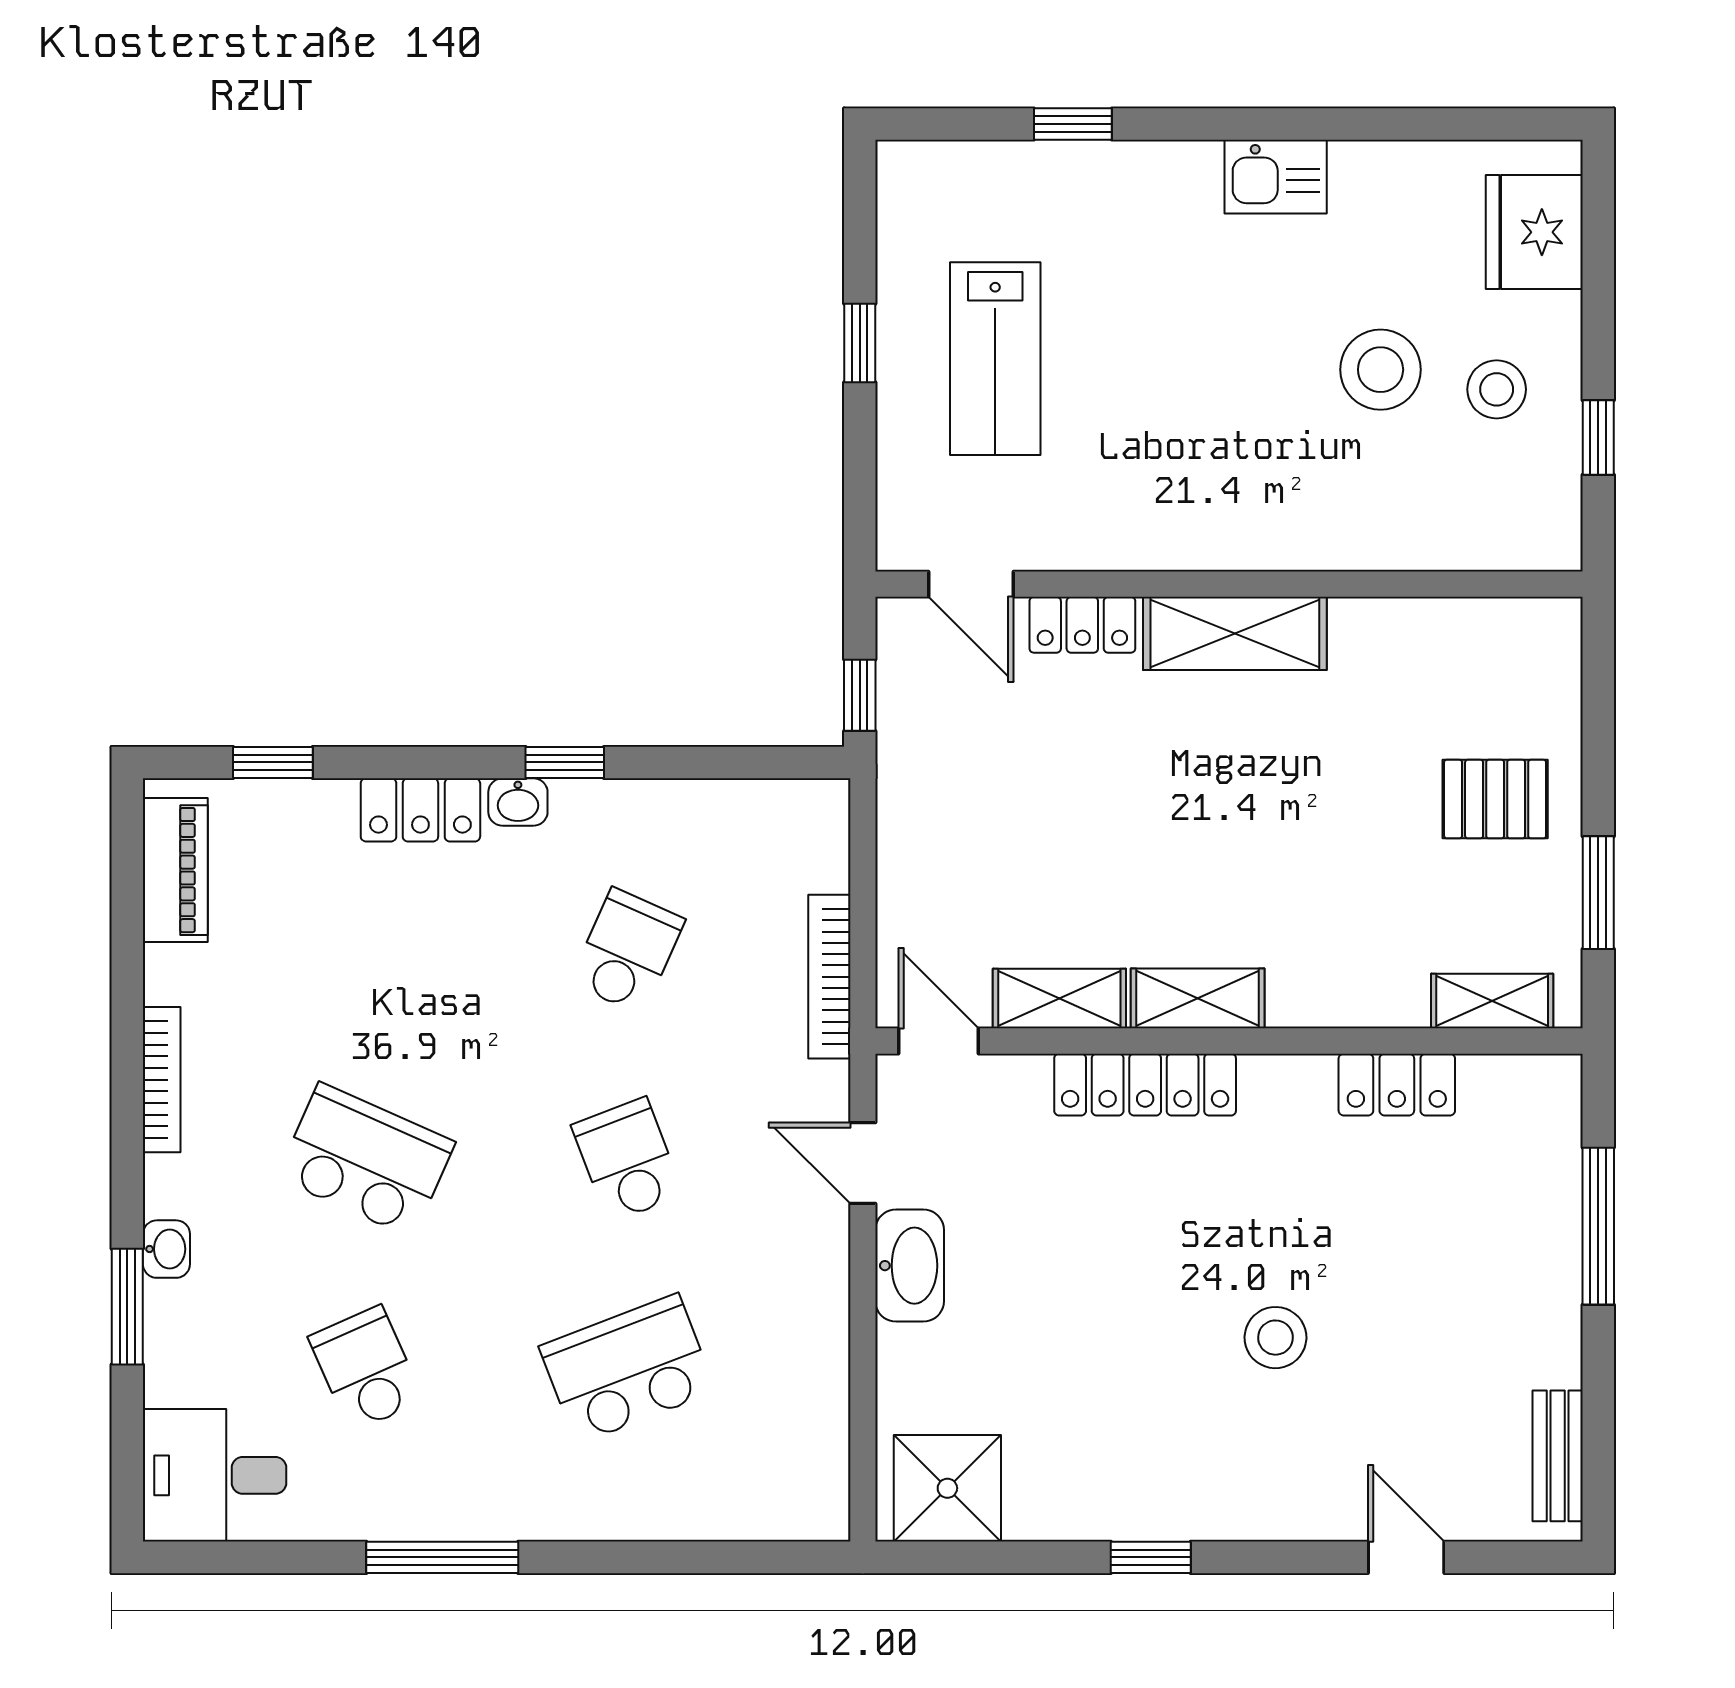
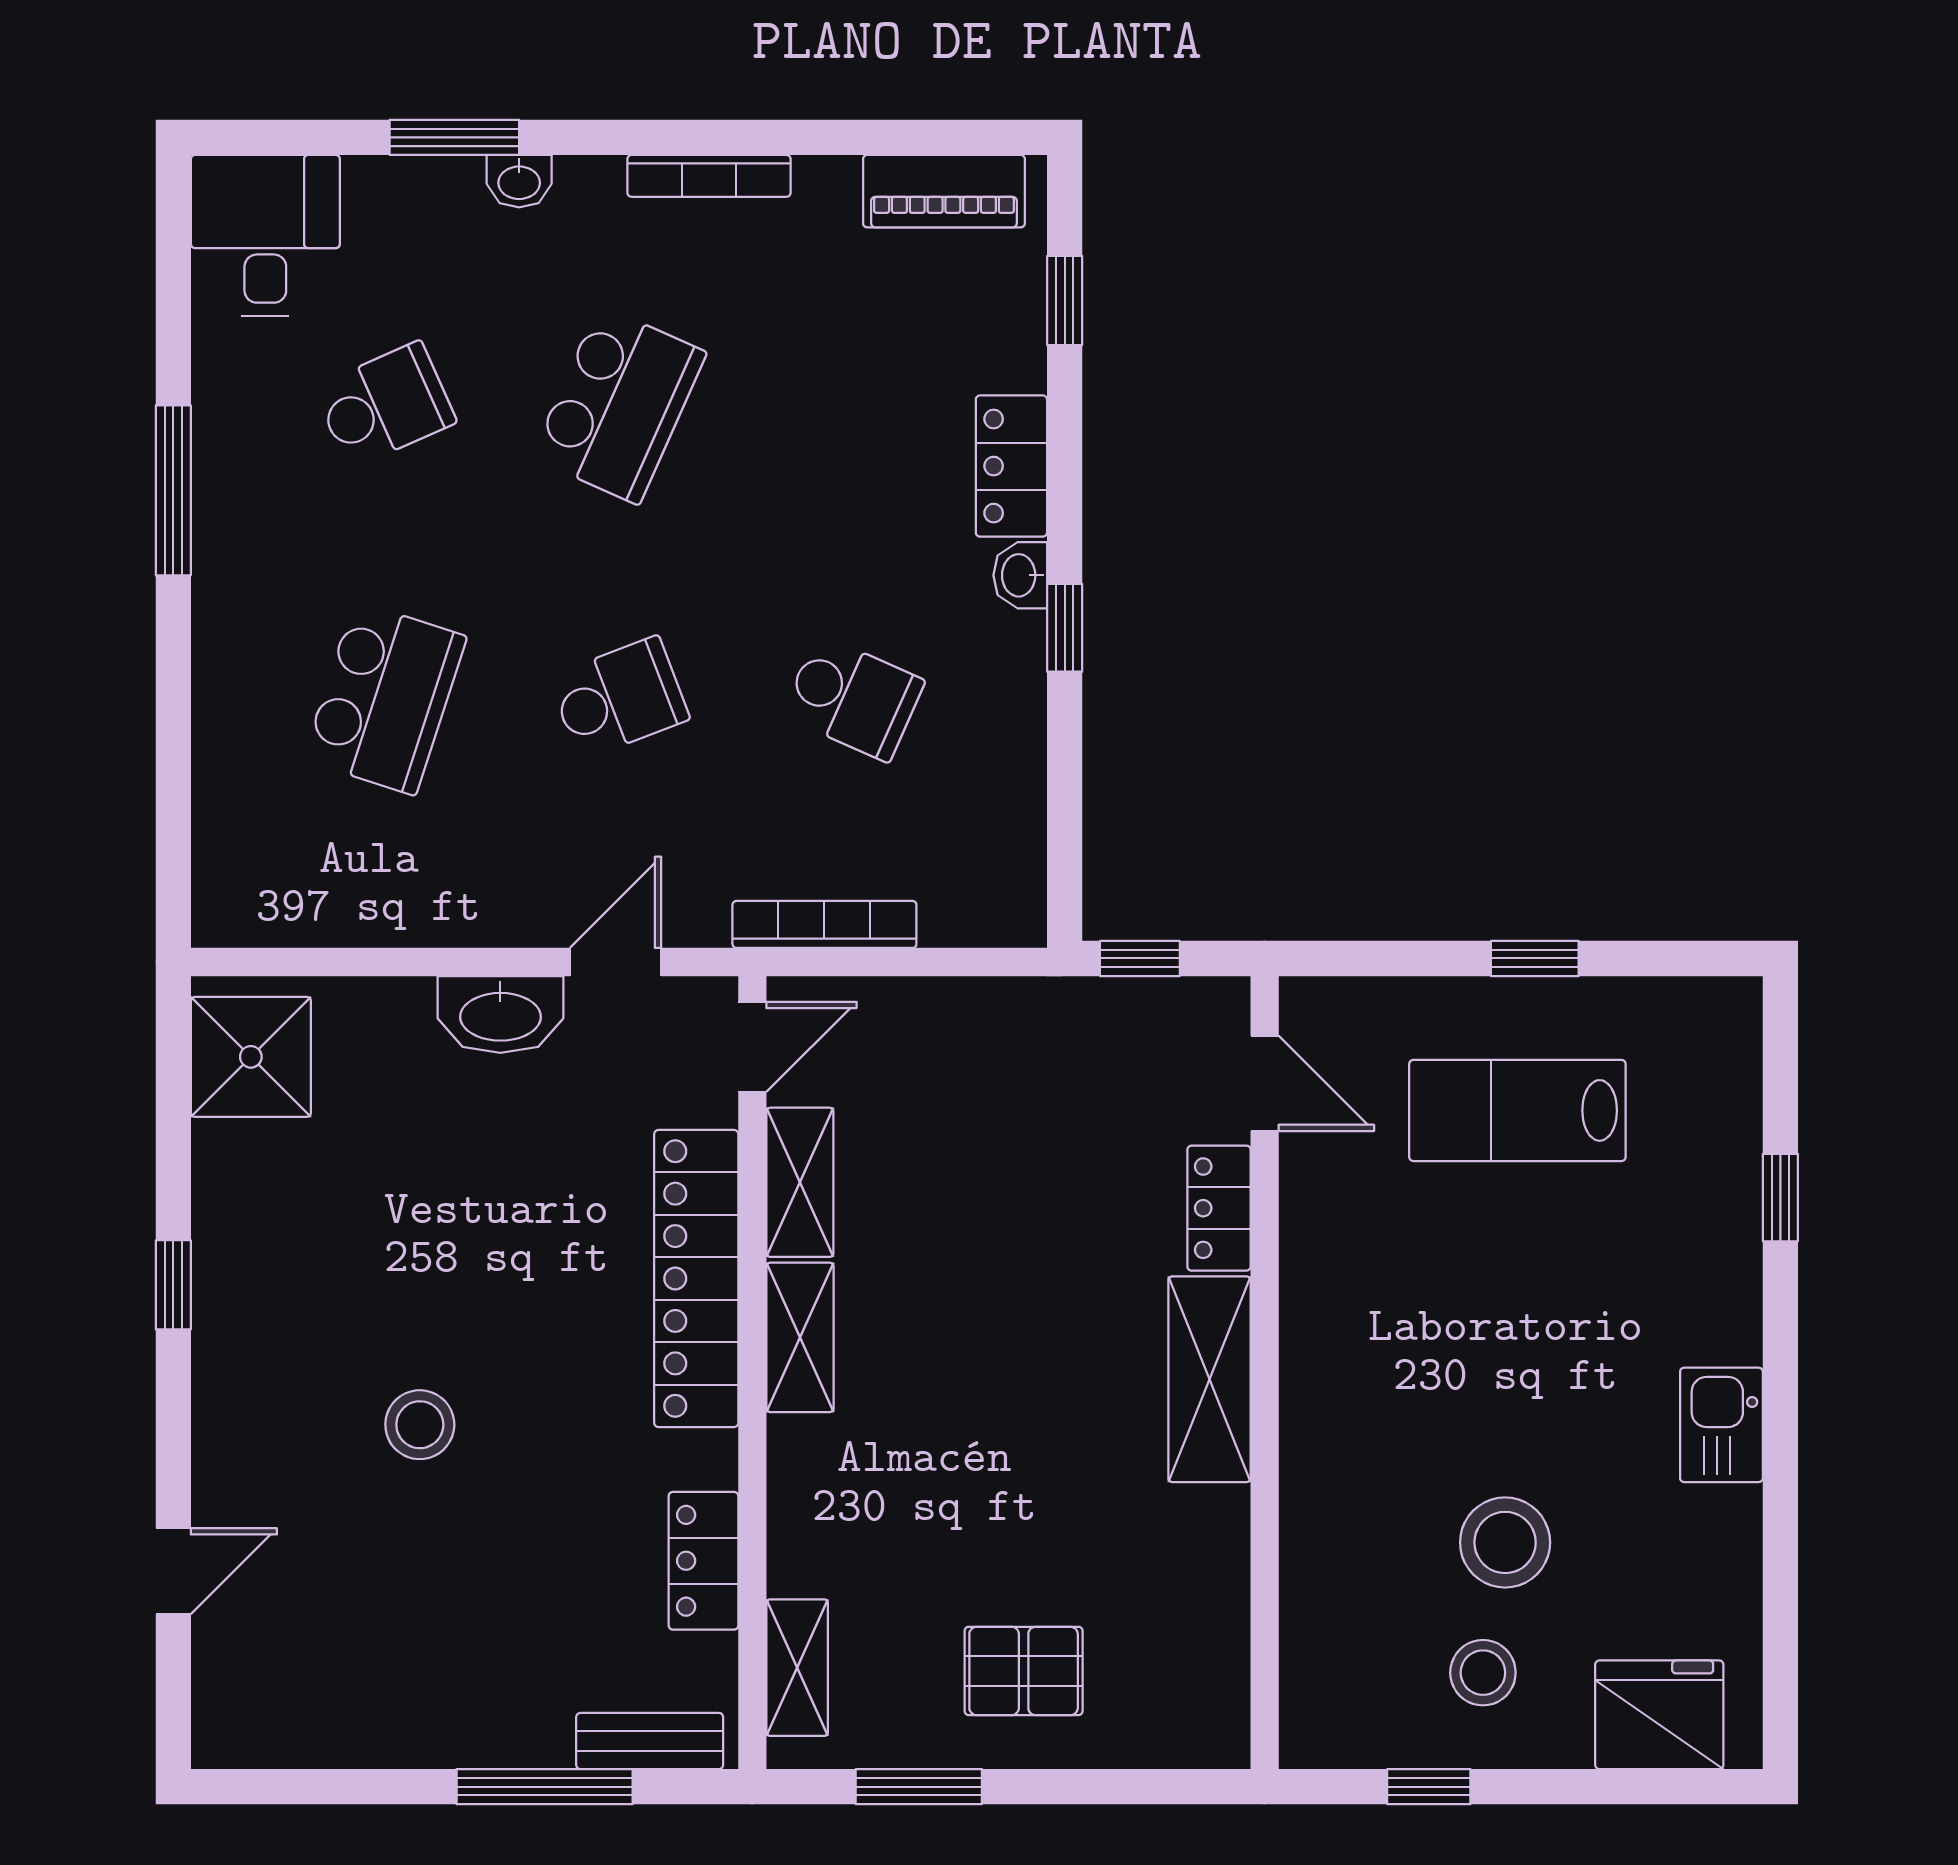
door: (971, 584) -> (1265, 1083), swing flipped
pallet: (1495, 799) -> (1024, 1671), turned 90
locker: (1145, 1085) -> (696, 1279), width x1.41, depth x1.21
school desk: (627, 1369) -> (385, 698), turned 39
bench: (1558, 1456) -> (650, 1741), moved

